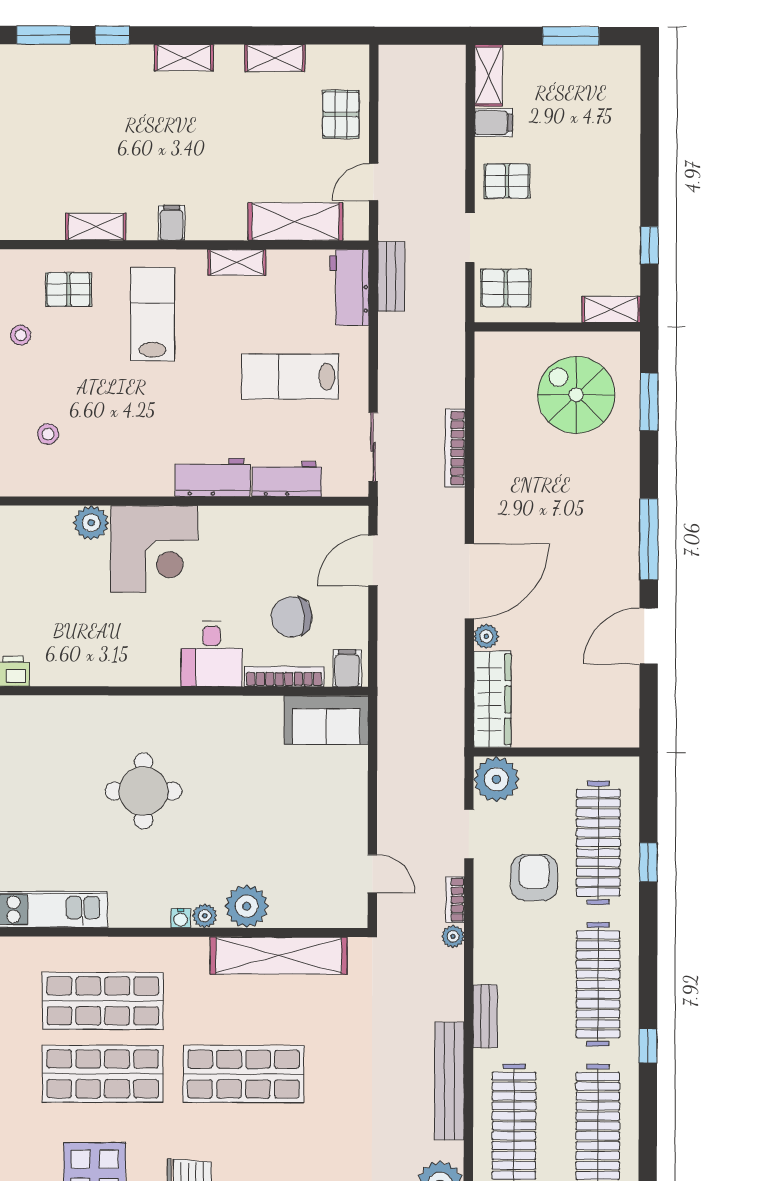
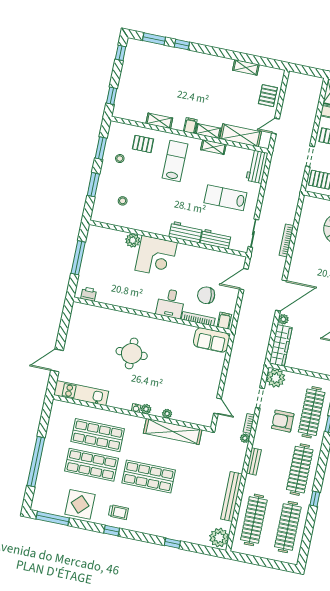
shelving: (184, 58) -> (208, 131), moved
bench: (391, 276) -> (275, 166), removed
armchair: (534, 878) -> (283, 421), turned -90
plant: (247, 906) -> (167, 414), width x0.53, depth x0.53
bench: (485, 1016) -> (254, 461), moved

